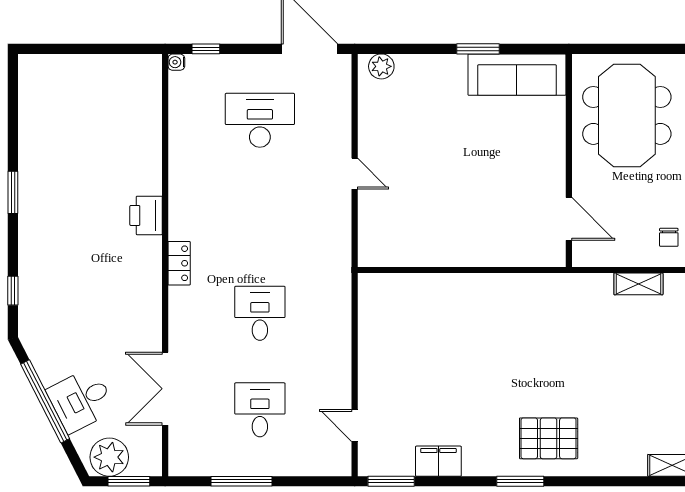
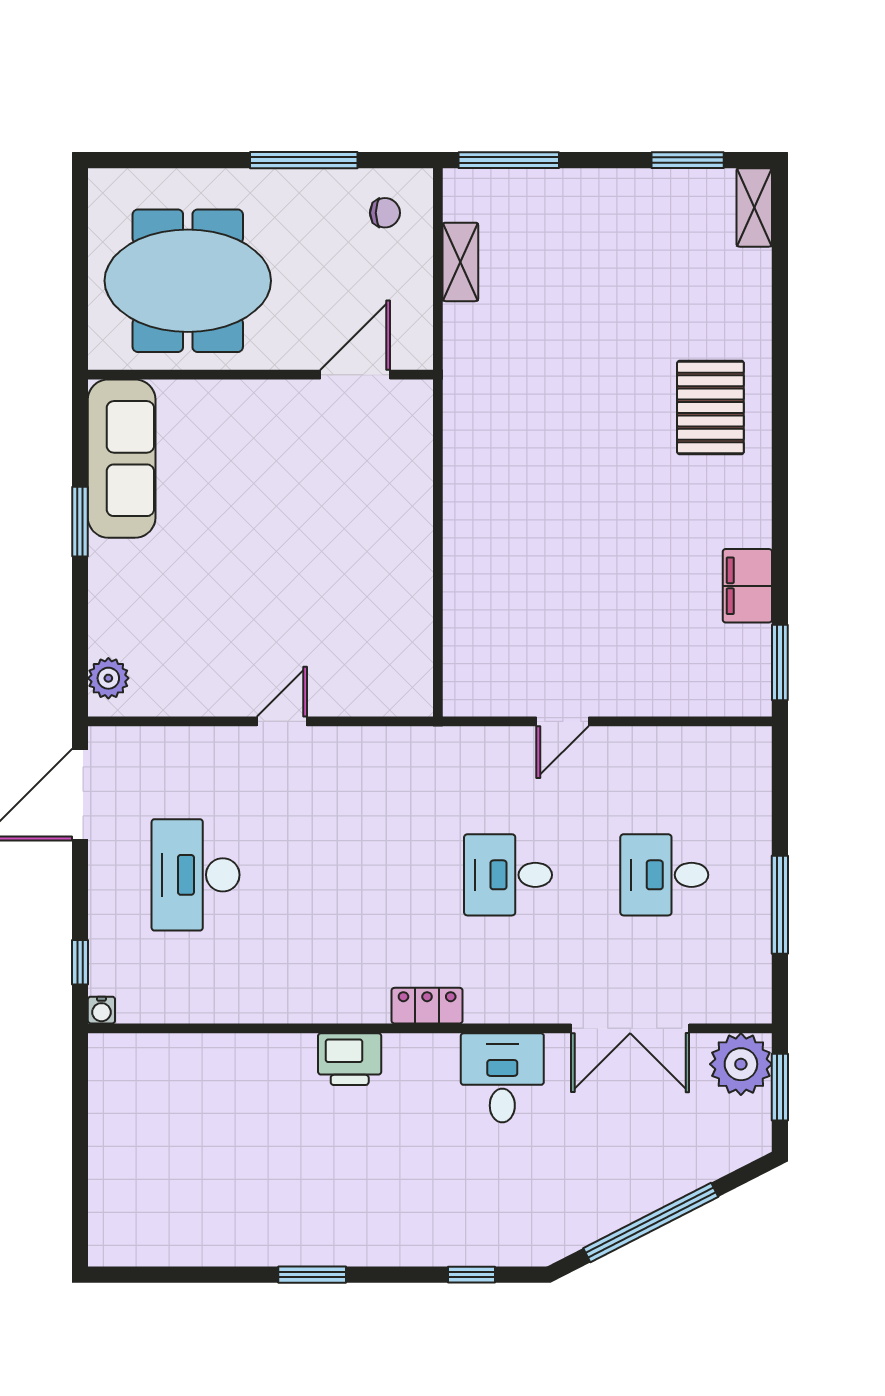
desk: (81, 400) -> (502, 1078), moved, turned -153
door: (355, 426) -> (562, 721), moved
plant: (109, 457) -> (741, 1064), moved
window: (520, 481) -> (780, 453), removed

